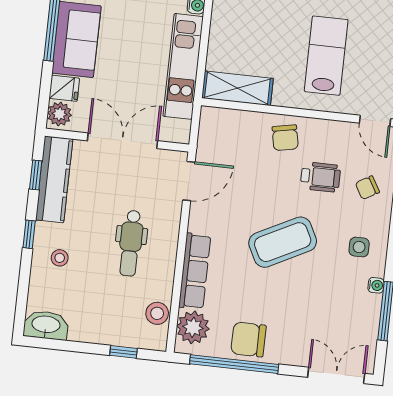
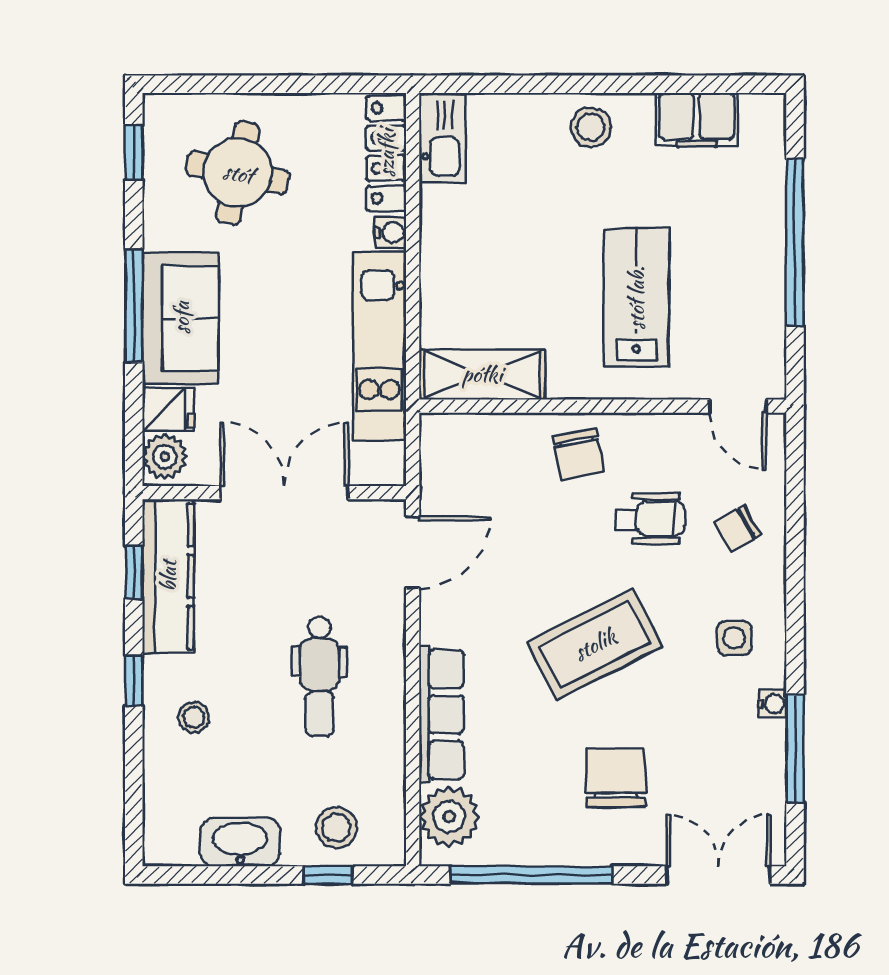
stool: (157, 313) -> (336, 828), moved
washbasin: (46, 325) -> (240, 842), moved
chair: (248, 339) -> (616, 778), moved, turned 89

